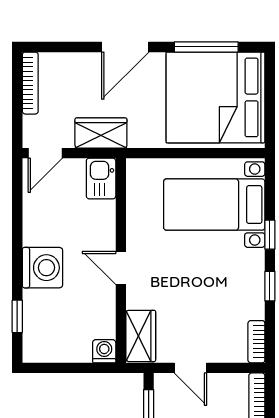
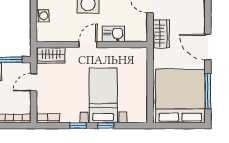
kitchen sink: (101, 178) -> (113, 34), moved
bed with nightstands: (214, 205) -> (103, 95), moved
washing machine: (104, 351) -> (43, 16), moved

